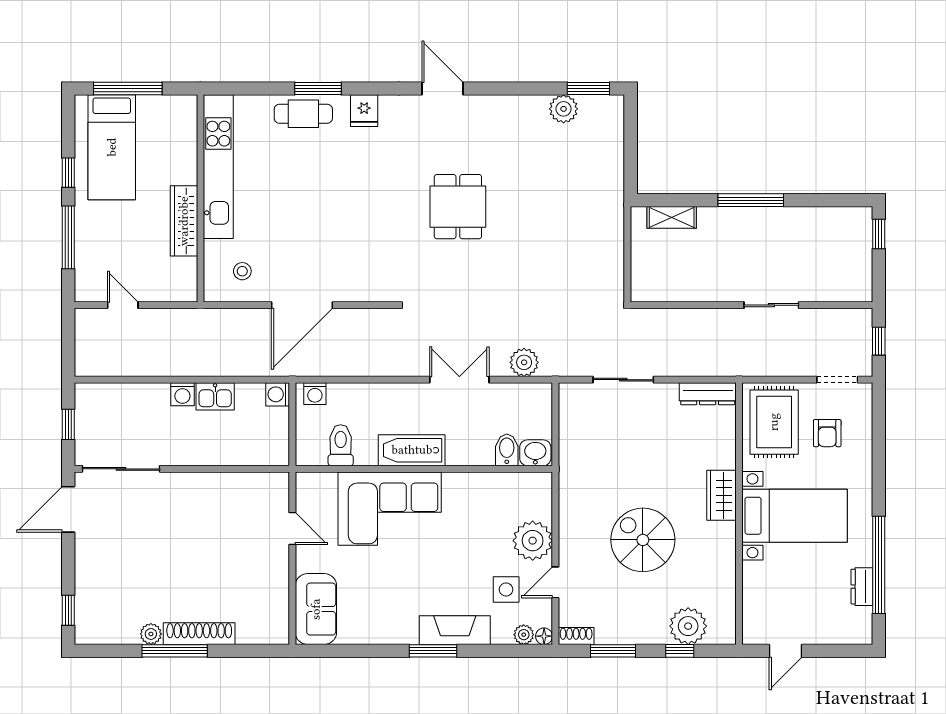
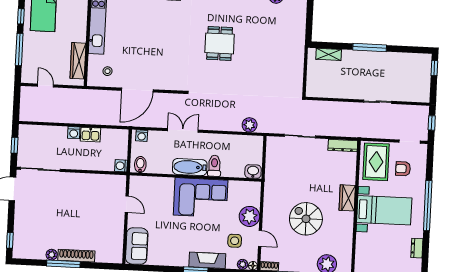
wardrobe: (184, 221) -> (78, 61), moved
double door: (459, 380) -> (183, 130), moved
washing machine: (278, 394) -> (121, 166), moved
armchair: (827, 433) -> (403, 169), turned 90
toilet: (341, 445) -> (214, 166), moved
bidet: (507, 450) -> (140, 165), moved
corner sofa: (390, 509) -> (201, 198), moved
window: (879, 565) -> (428, 206), moved
door: (555, 582) -> (260, 238), swing flipped

